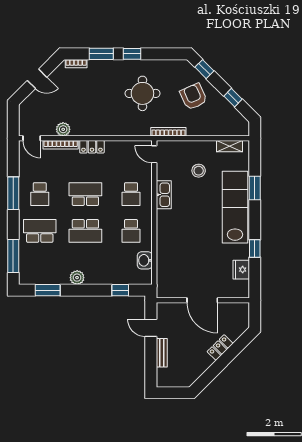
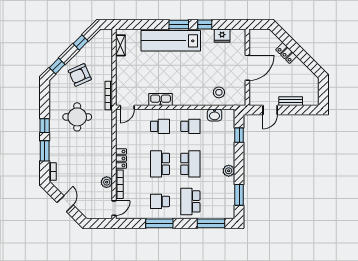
stool: (199, 171) -> (219, 92), moved
window: (255, 188) -> (179, 25), moved
school desk: (40, 194) -> (160, 201), turned 180

